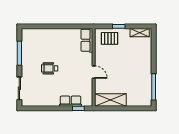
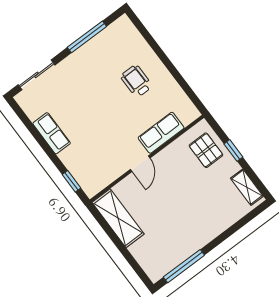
row of seats: (87, 40) -> (161, 133), moved
wheelchair: (50, 68) -> (136, 81), moved
row of seats: (71, 101) -> (52, 133), moved

